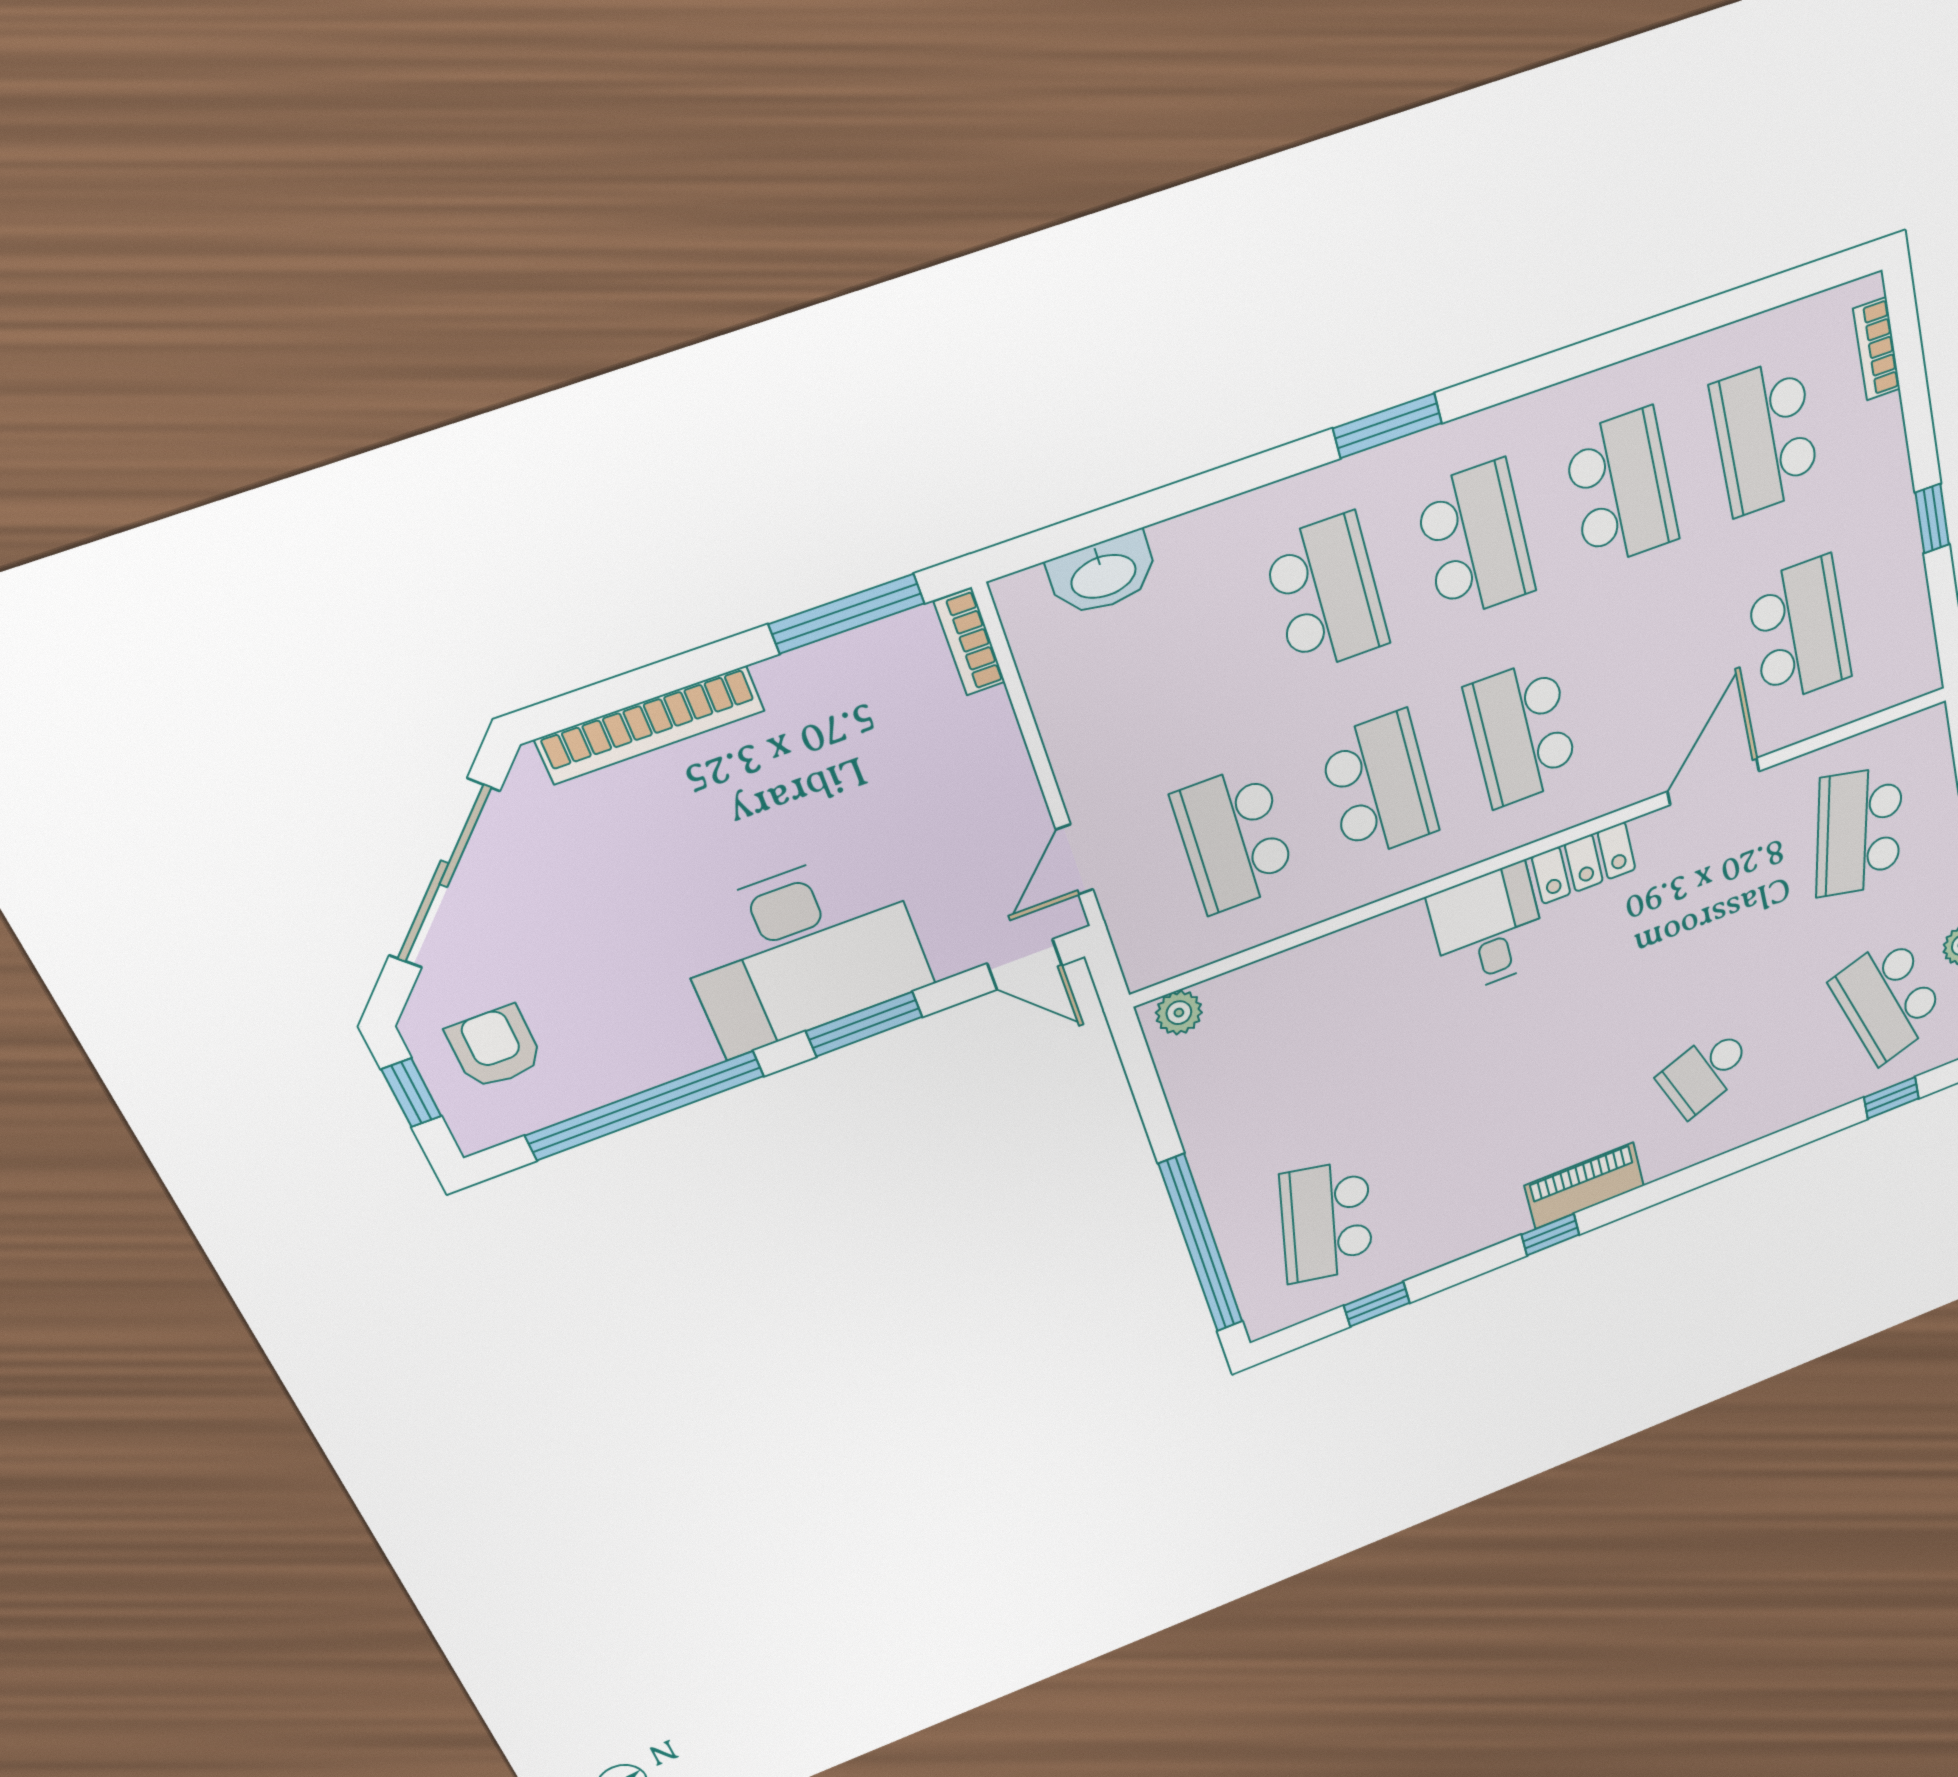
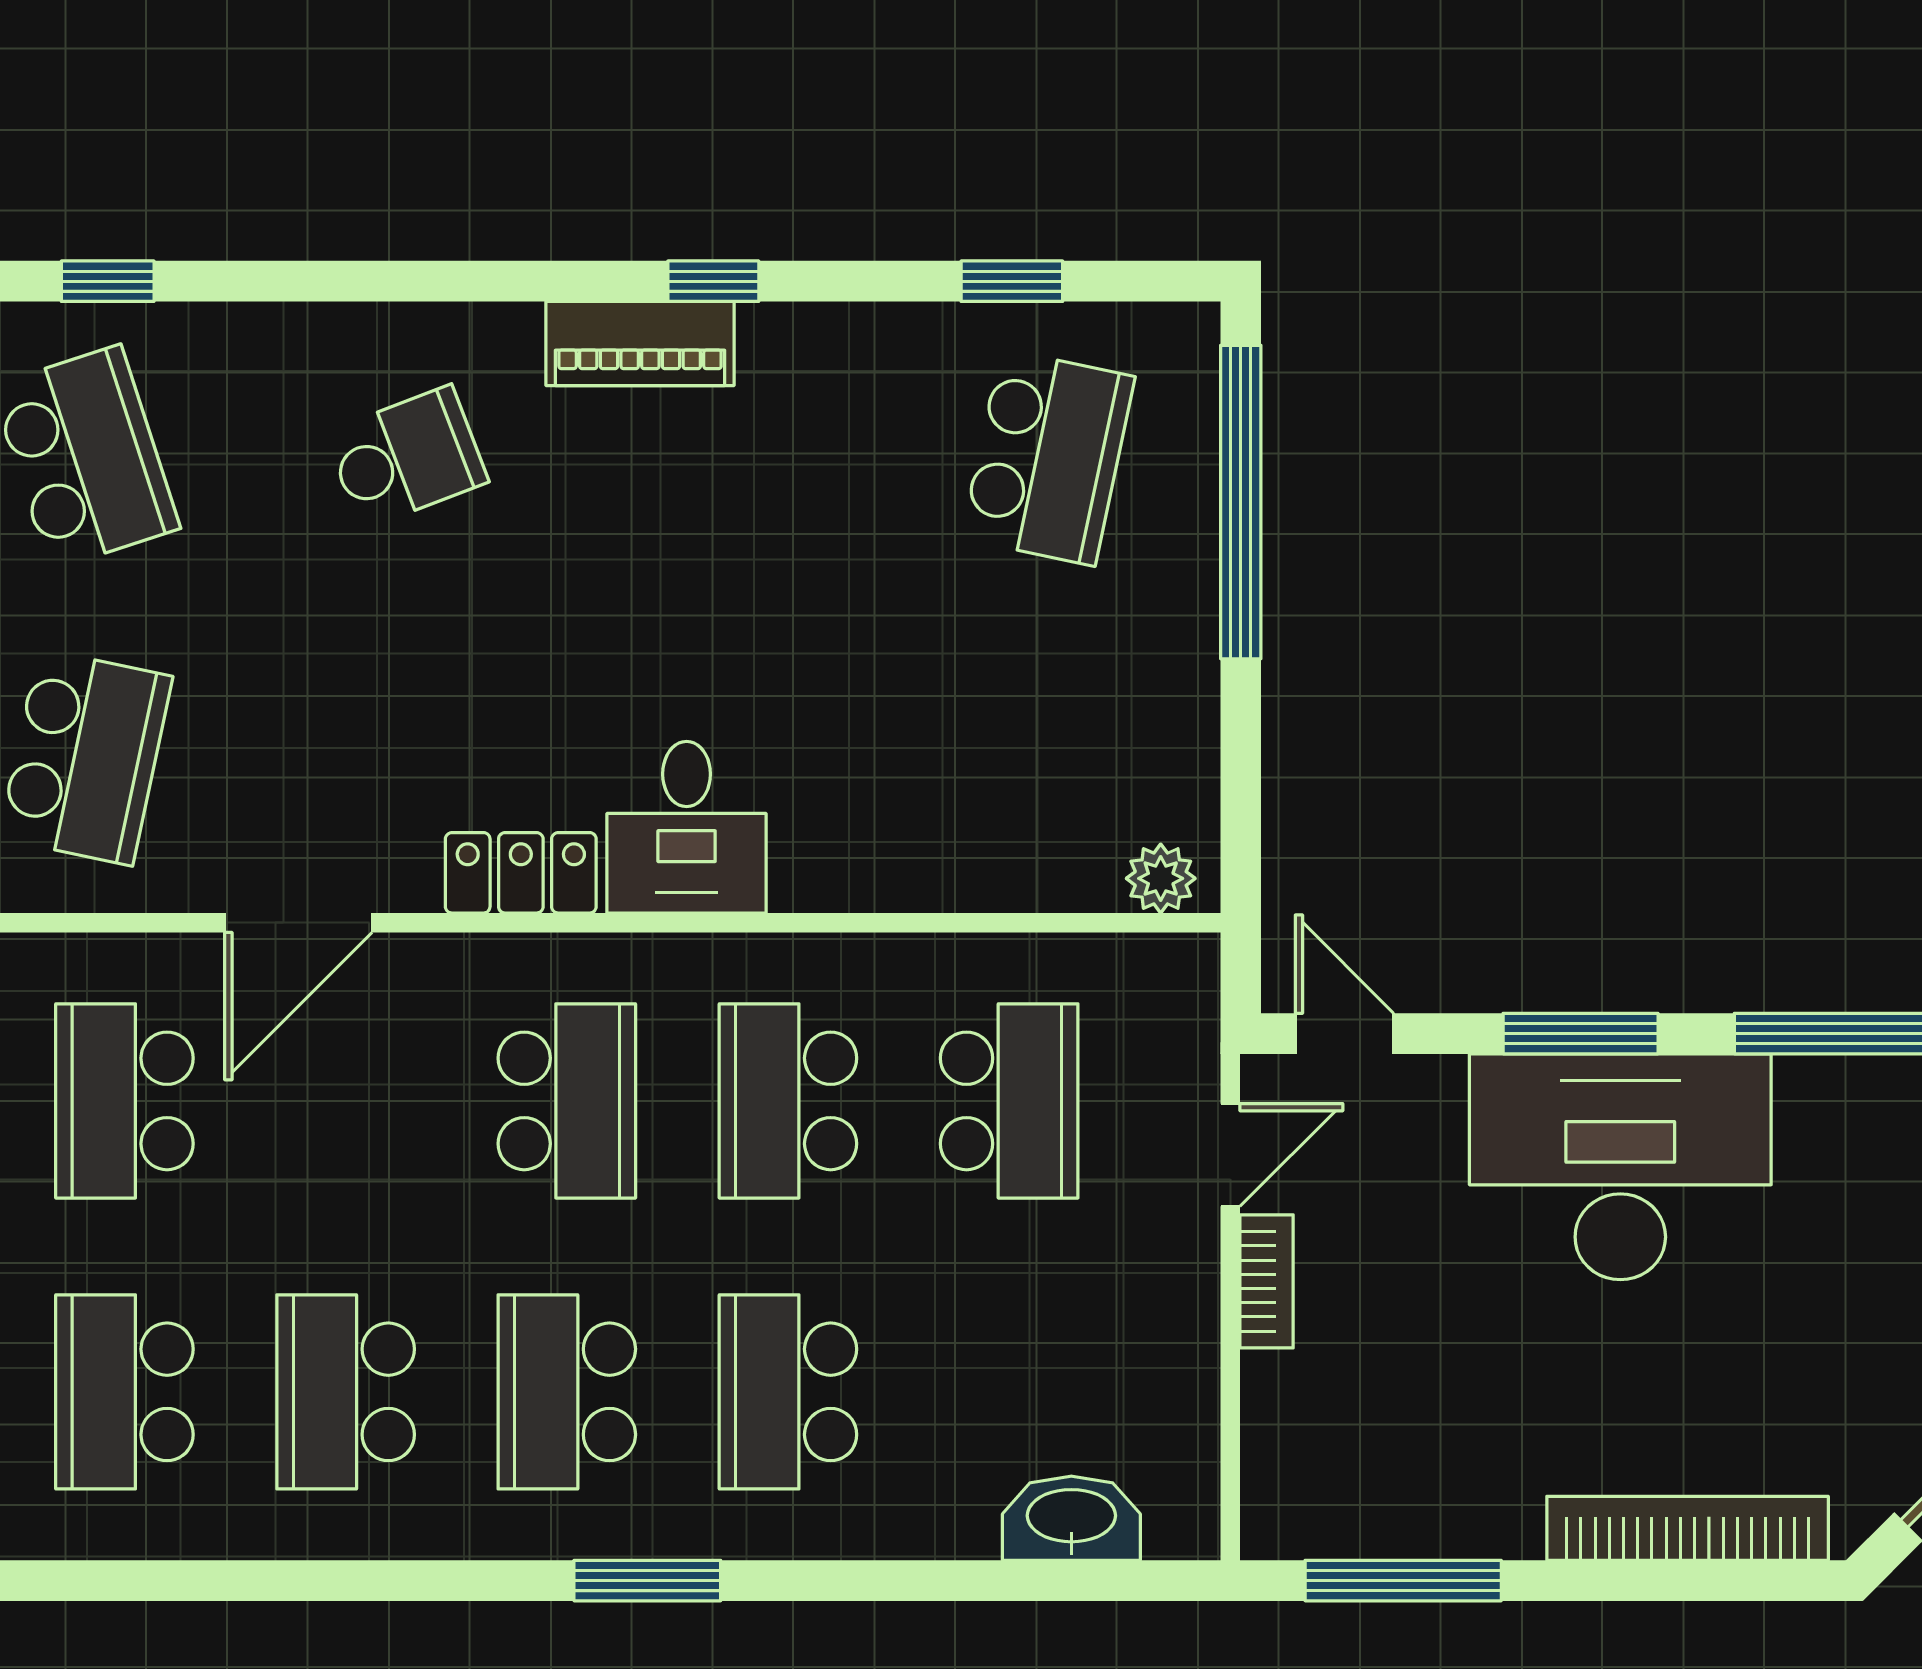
school desk: (1765, 437) -> (124, 1392), turned 180
bookcase: (970, 642) -> (1267, 1281), moved

